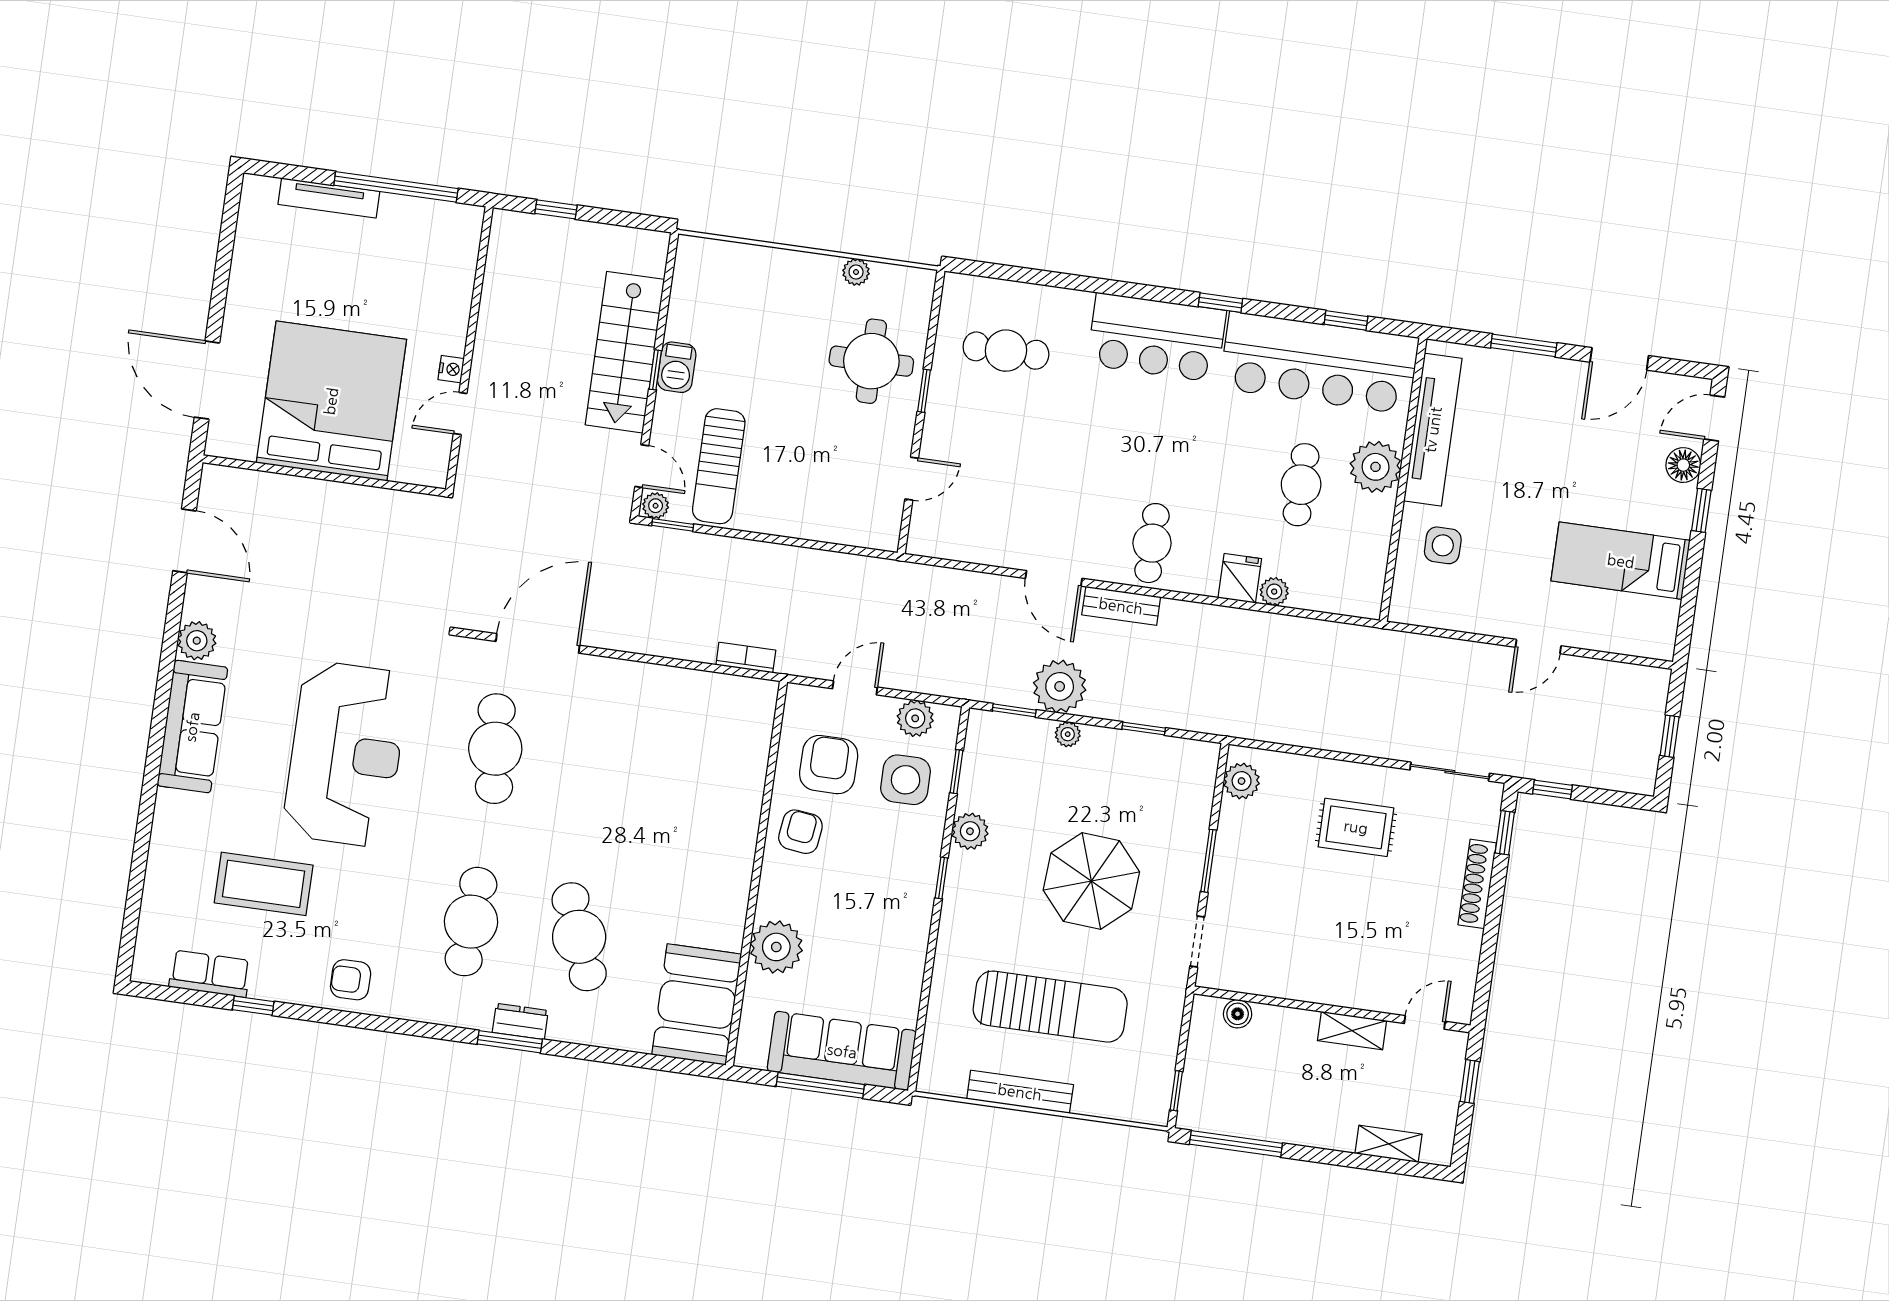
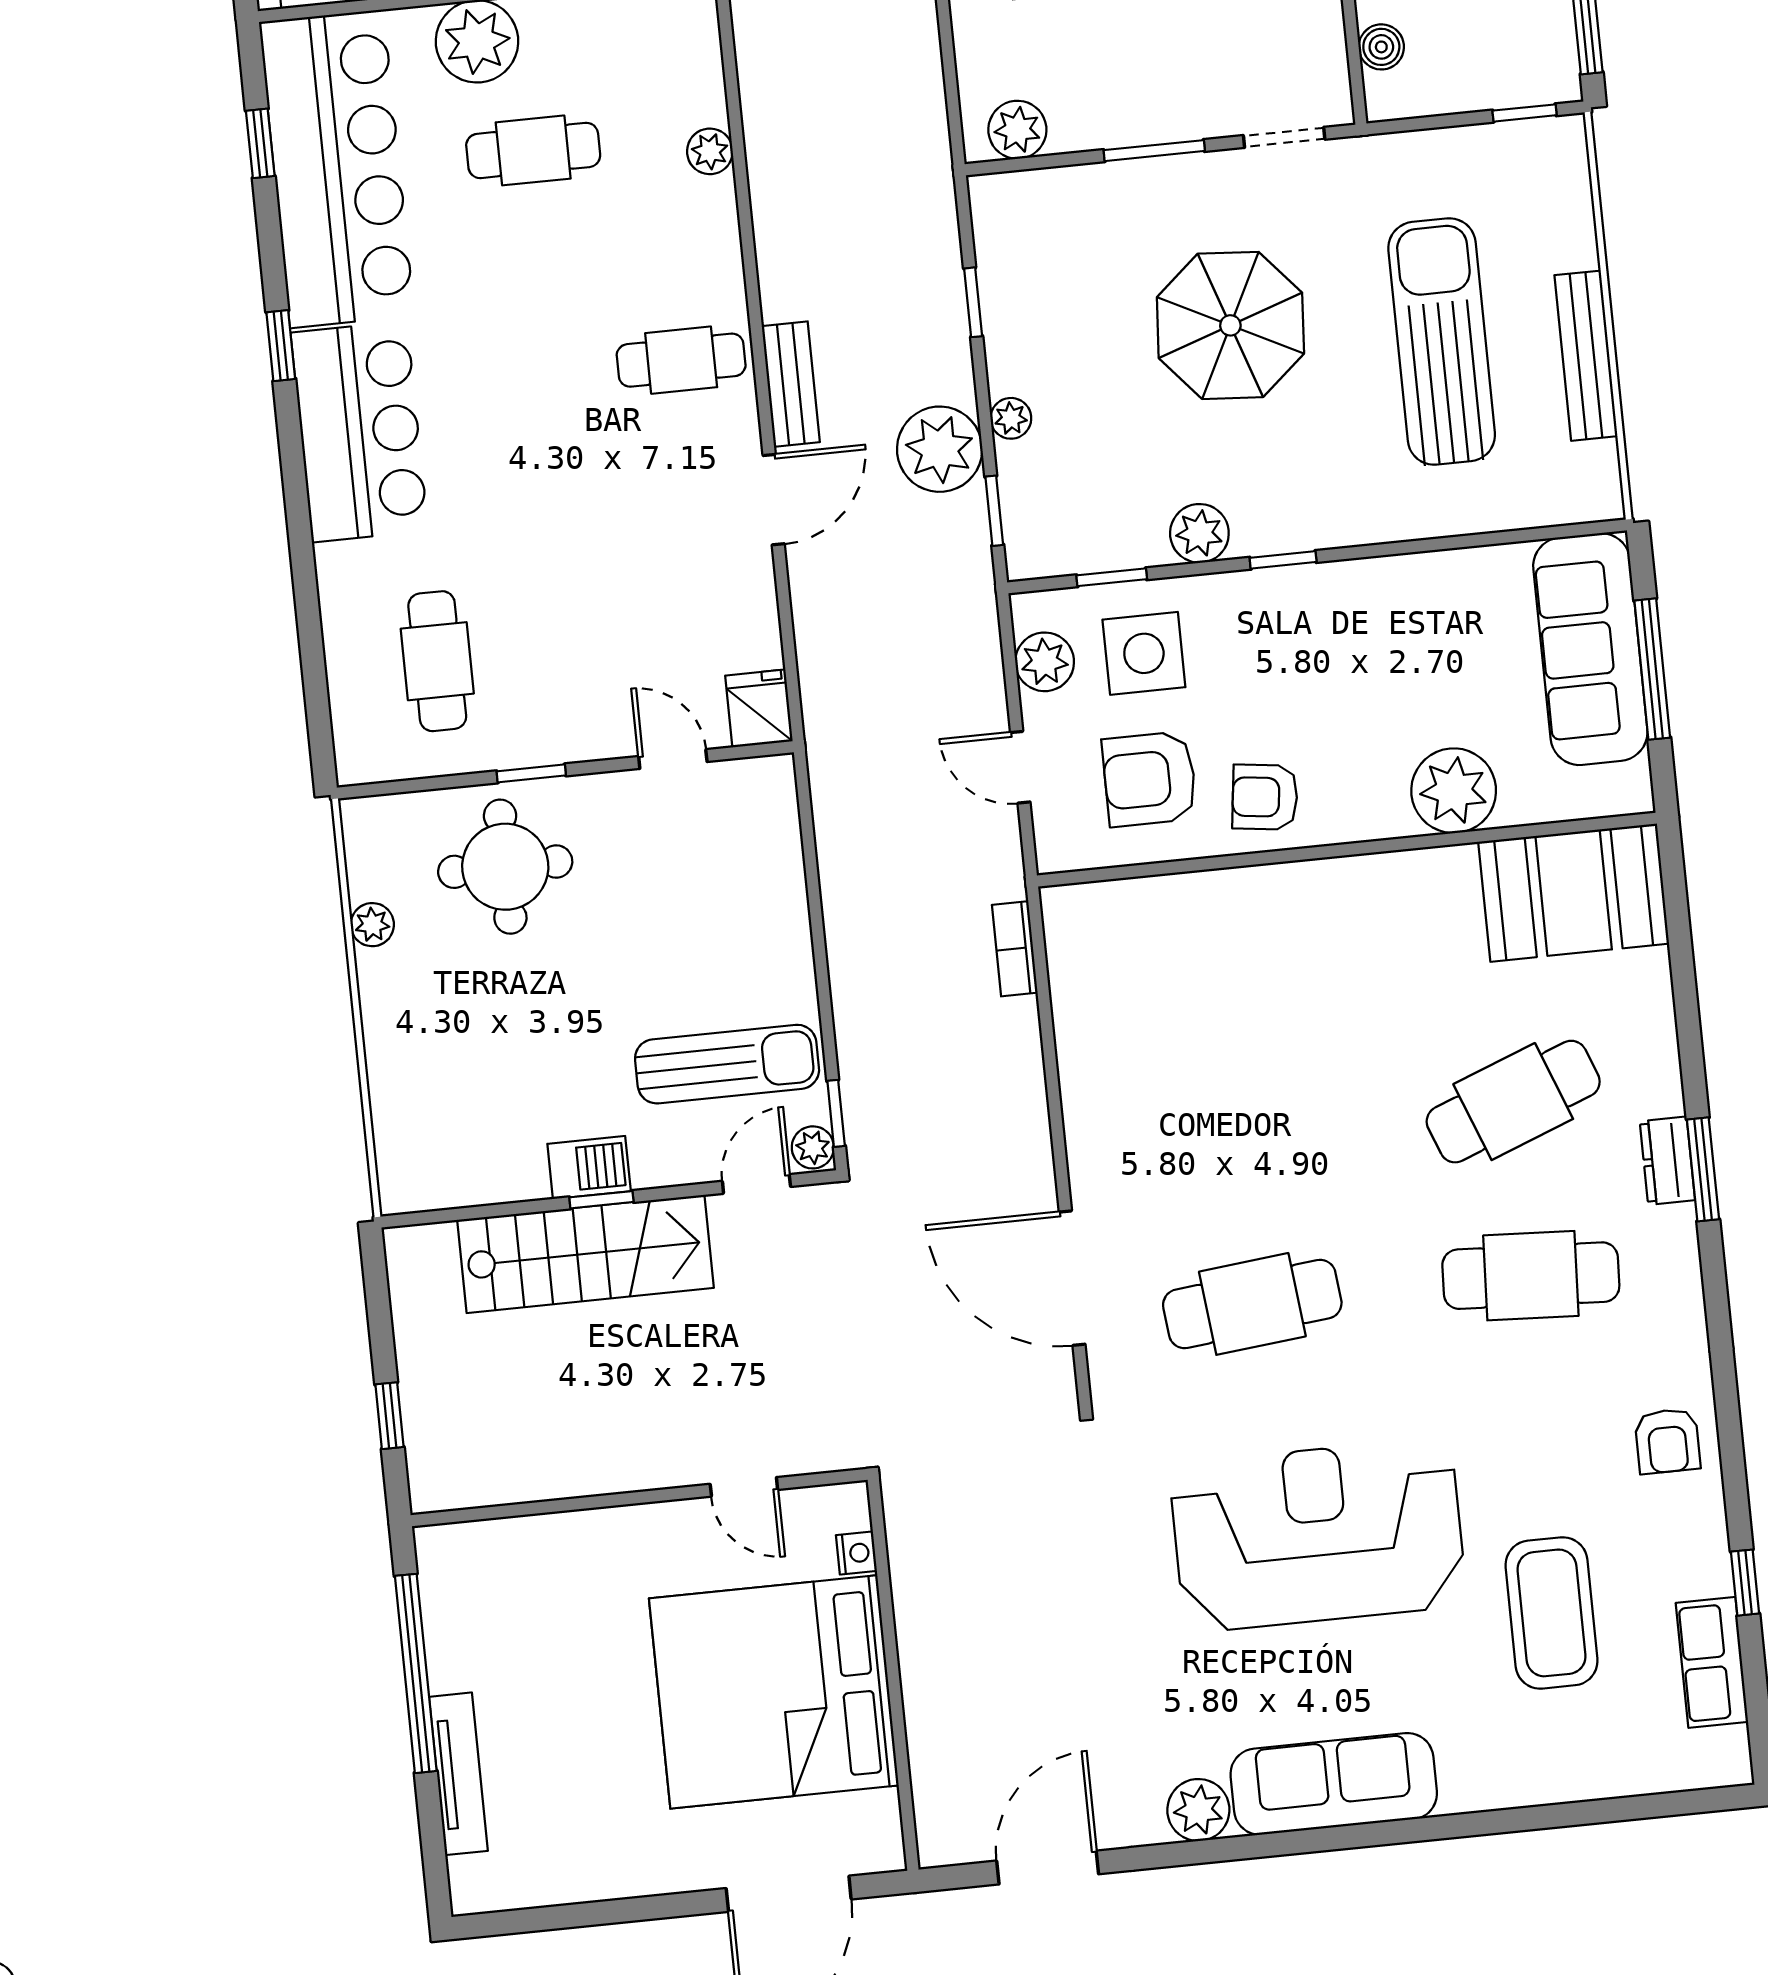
nightstand: (451, 369) -> (856, 1553), moved, turned 90
fridge: (1240, 578) -> (759, 708), moved, turned 90

